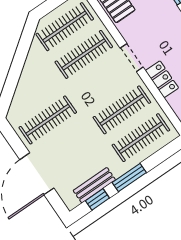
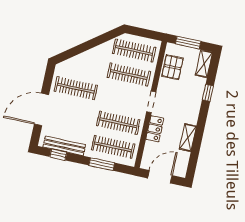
window: (129, 178) -> (102, 164), moved
bench: (94, 185) -> (64, 146), width x1.36

